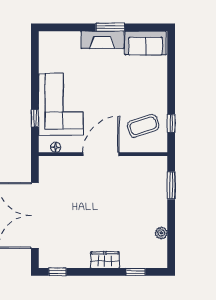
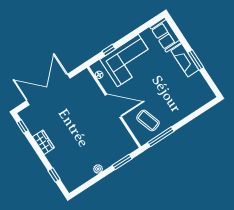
sofa: (145, 43) -> (165, 35), moved
window: (171, 123) -> (161, 137), width x2.17
plant: (161, 233) -> (98, 169), moved
wardrobe: (105, 260) -> (43, 142), moved

